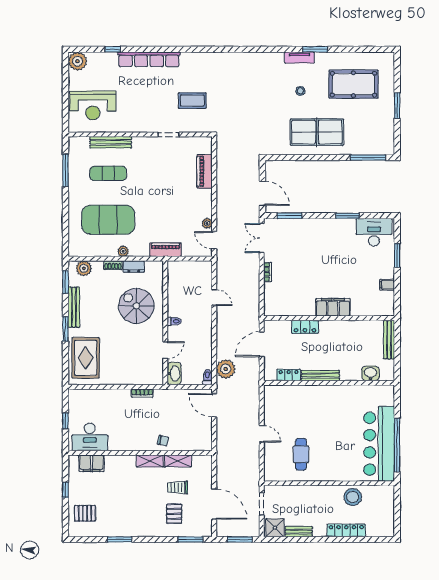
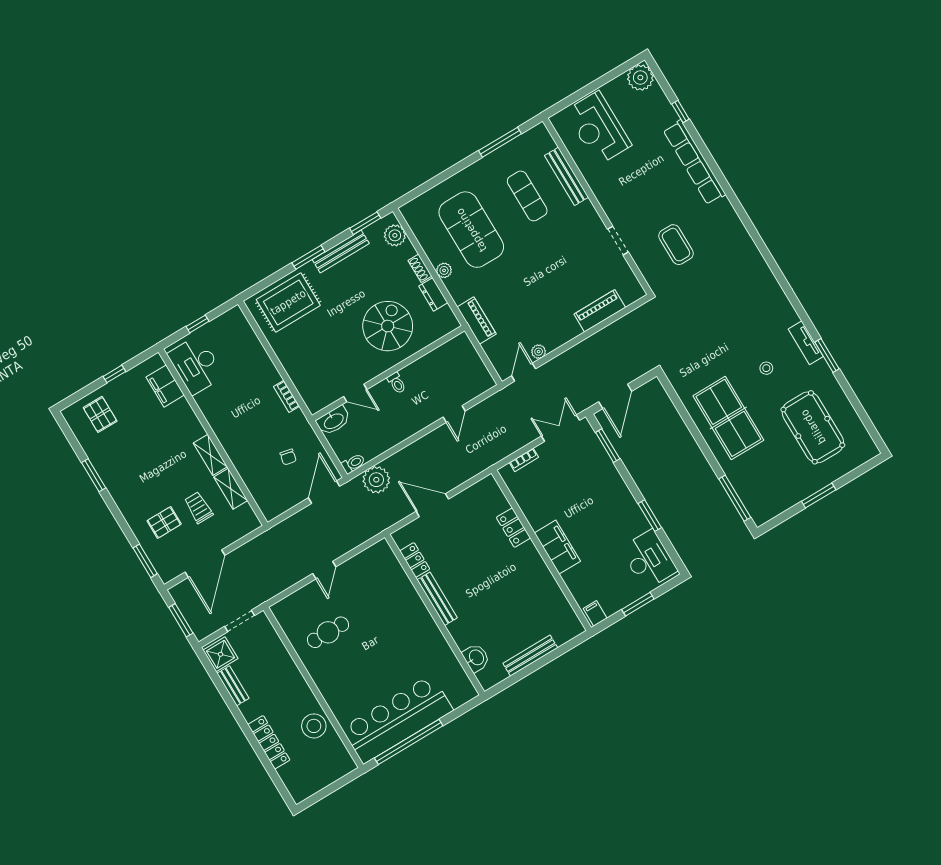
filing cabinet: (333, 307) -> (557, 547), moved
wall: (329, 318) -> (541, 550), moved
locker: (305, 327) -> (513, 528), moved
chair: (163, 441) -> (288, 457), moved

